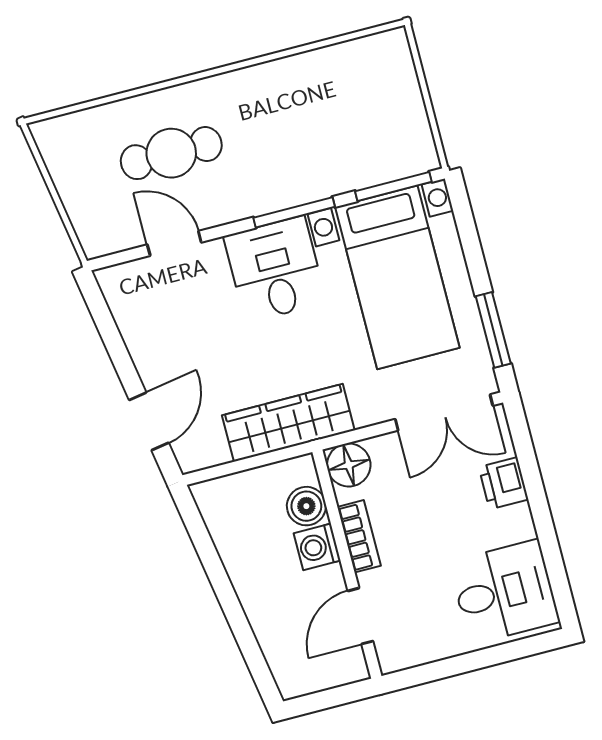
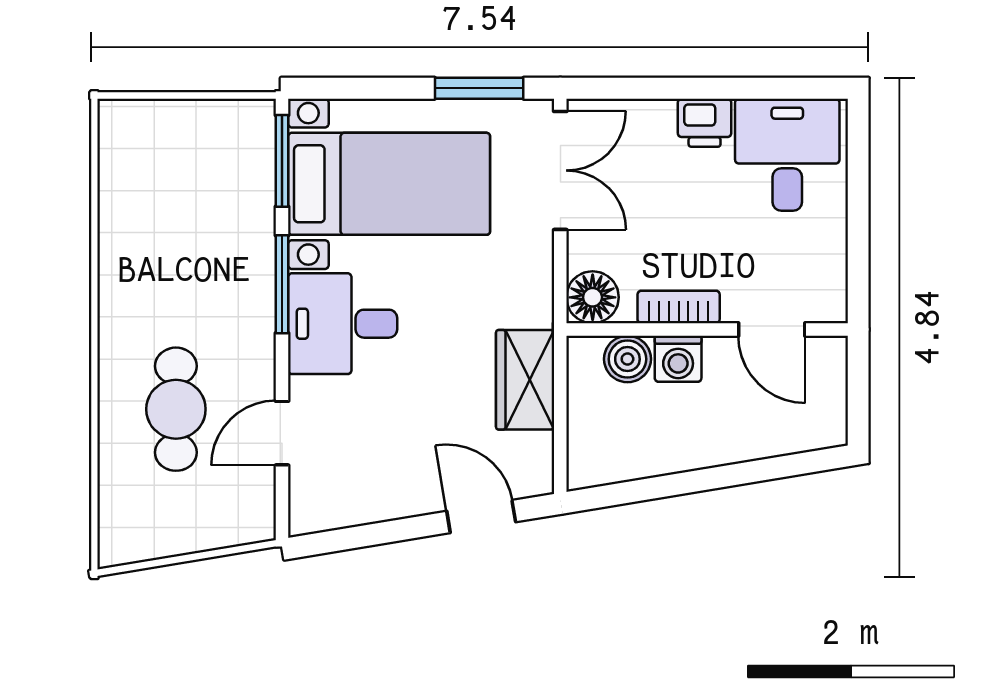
wardrobe: (288, 423) -> (525, 380), width x0.67
printer: (504, 483) -> (705, 123), moved

